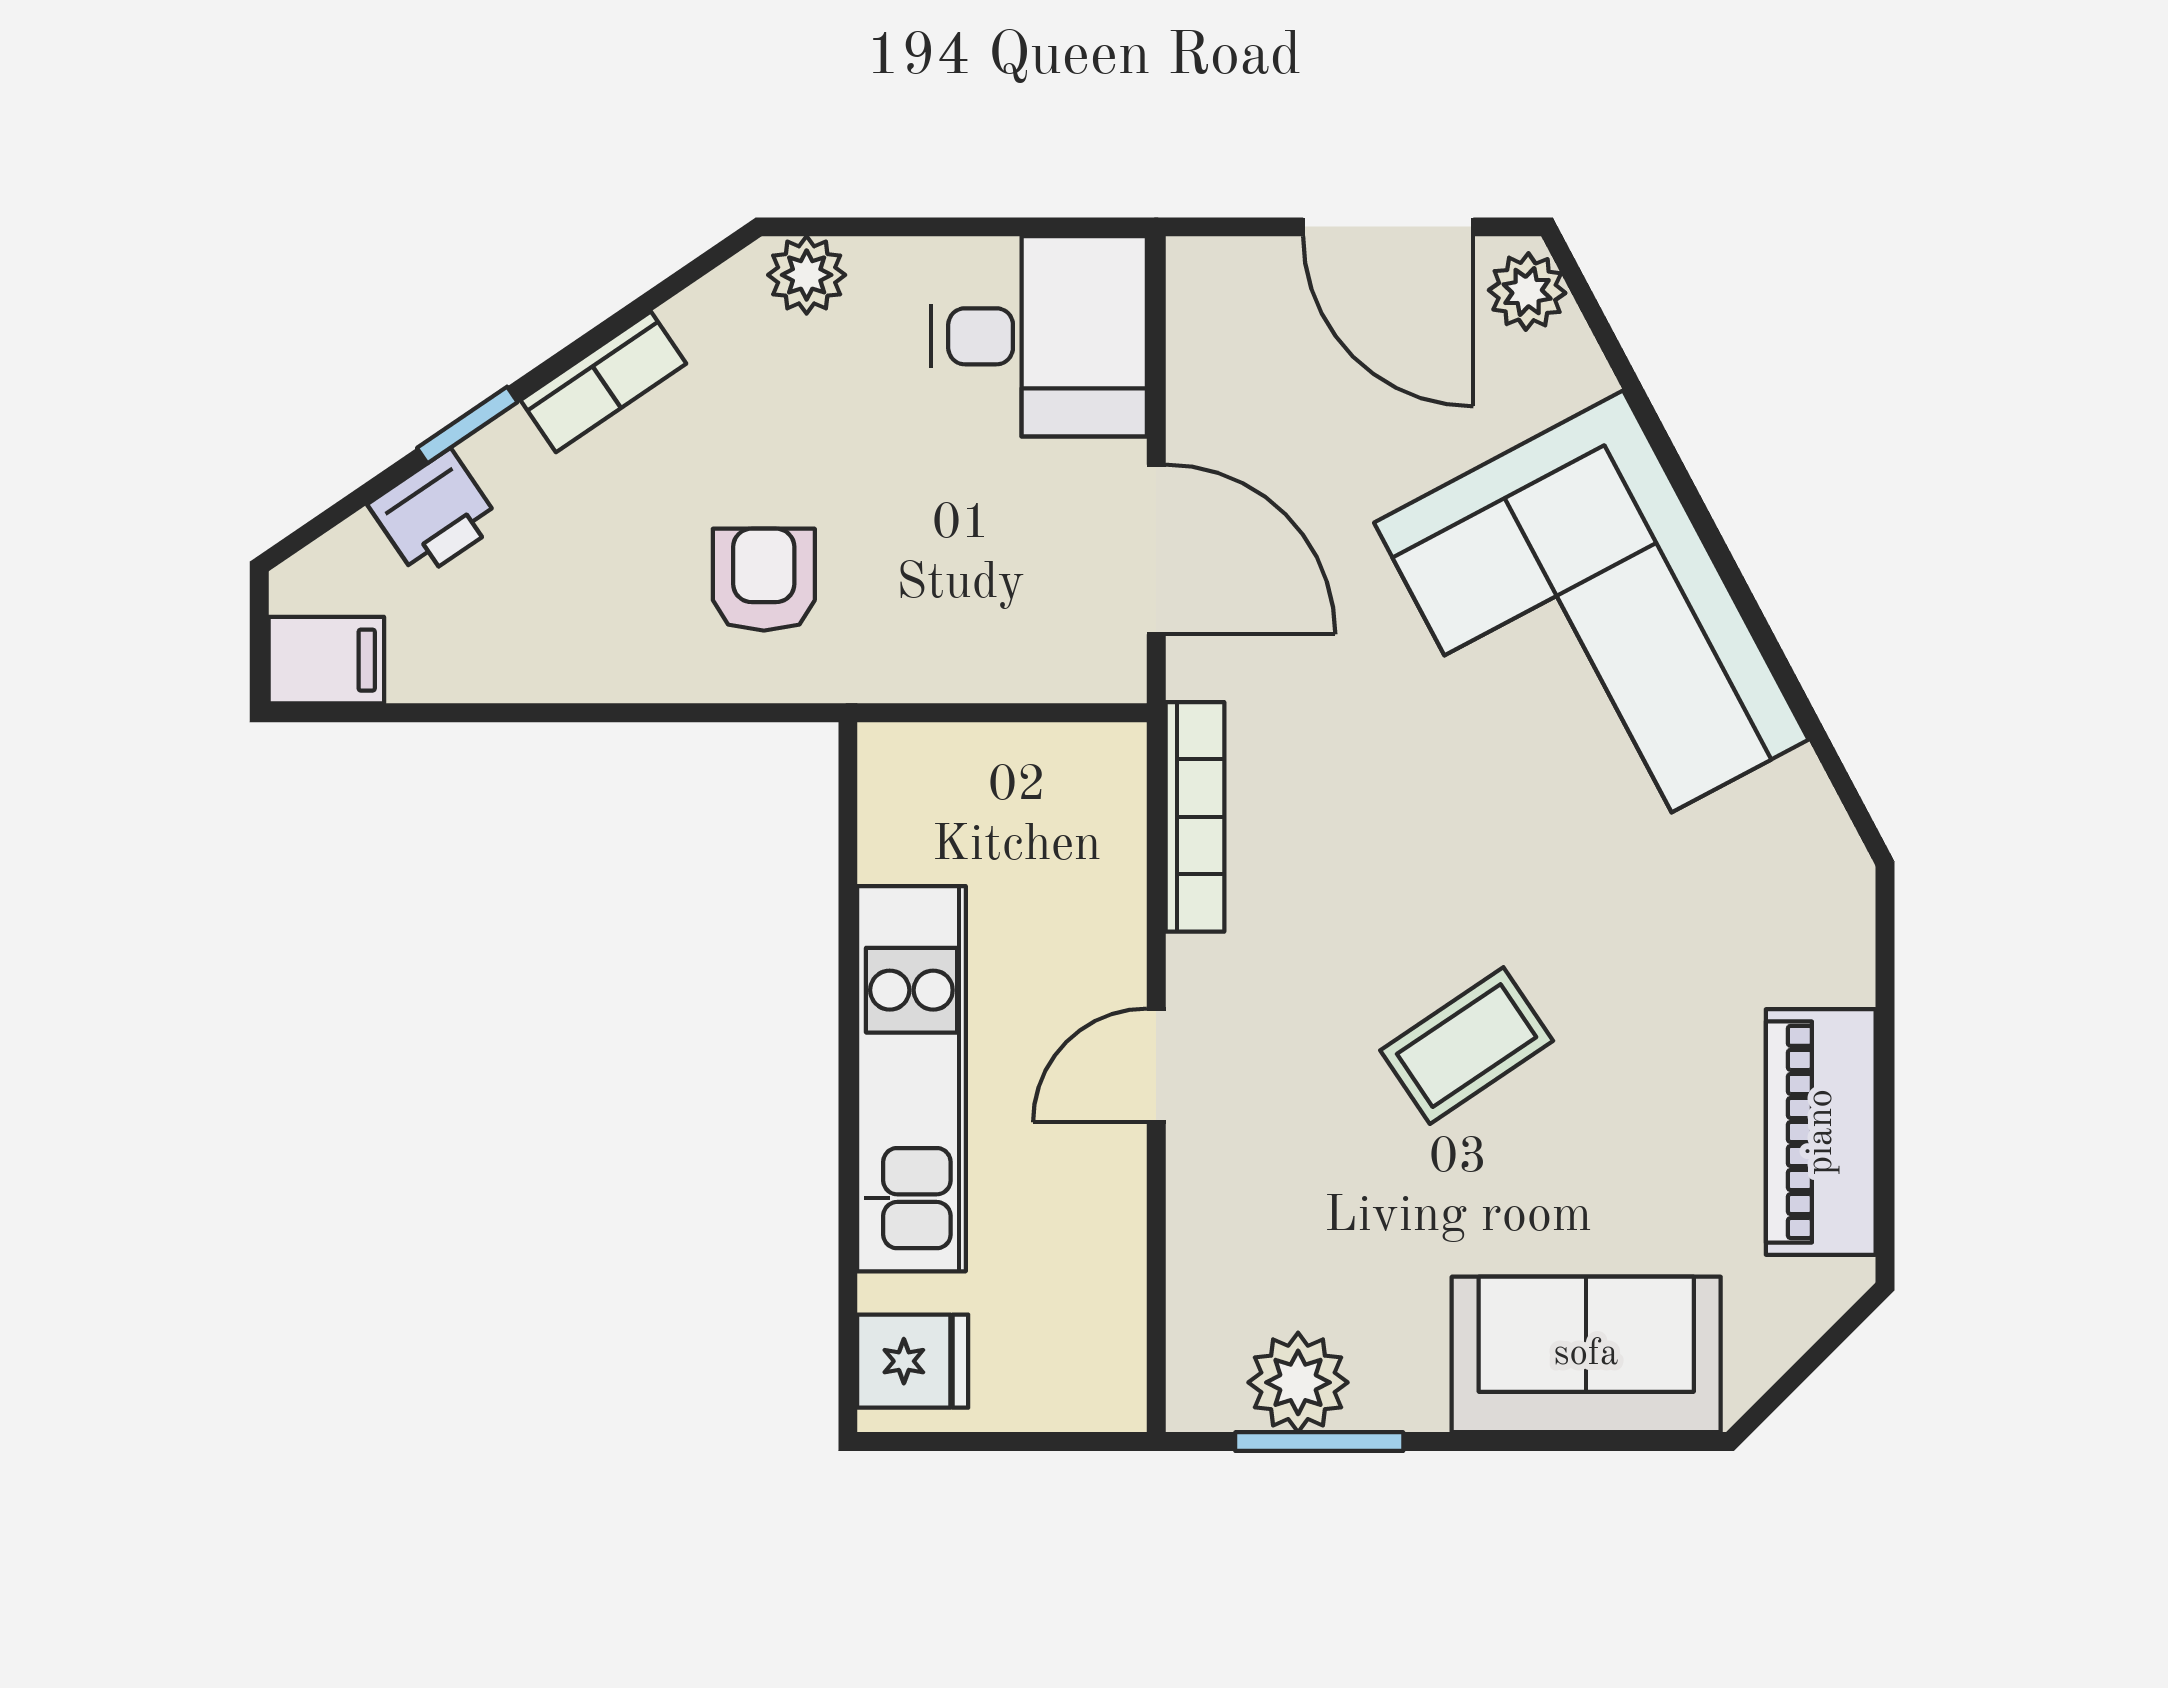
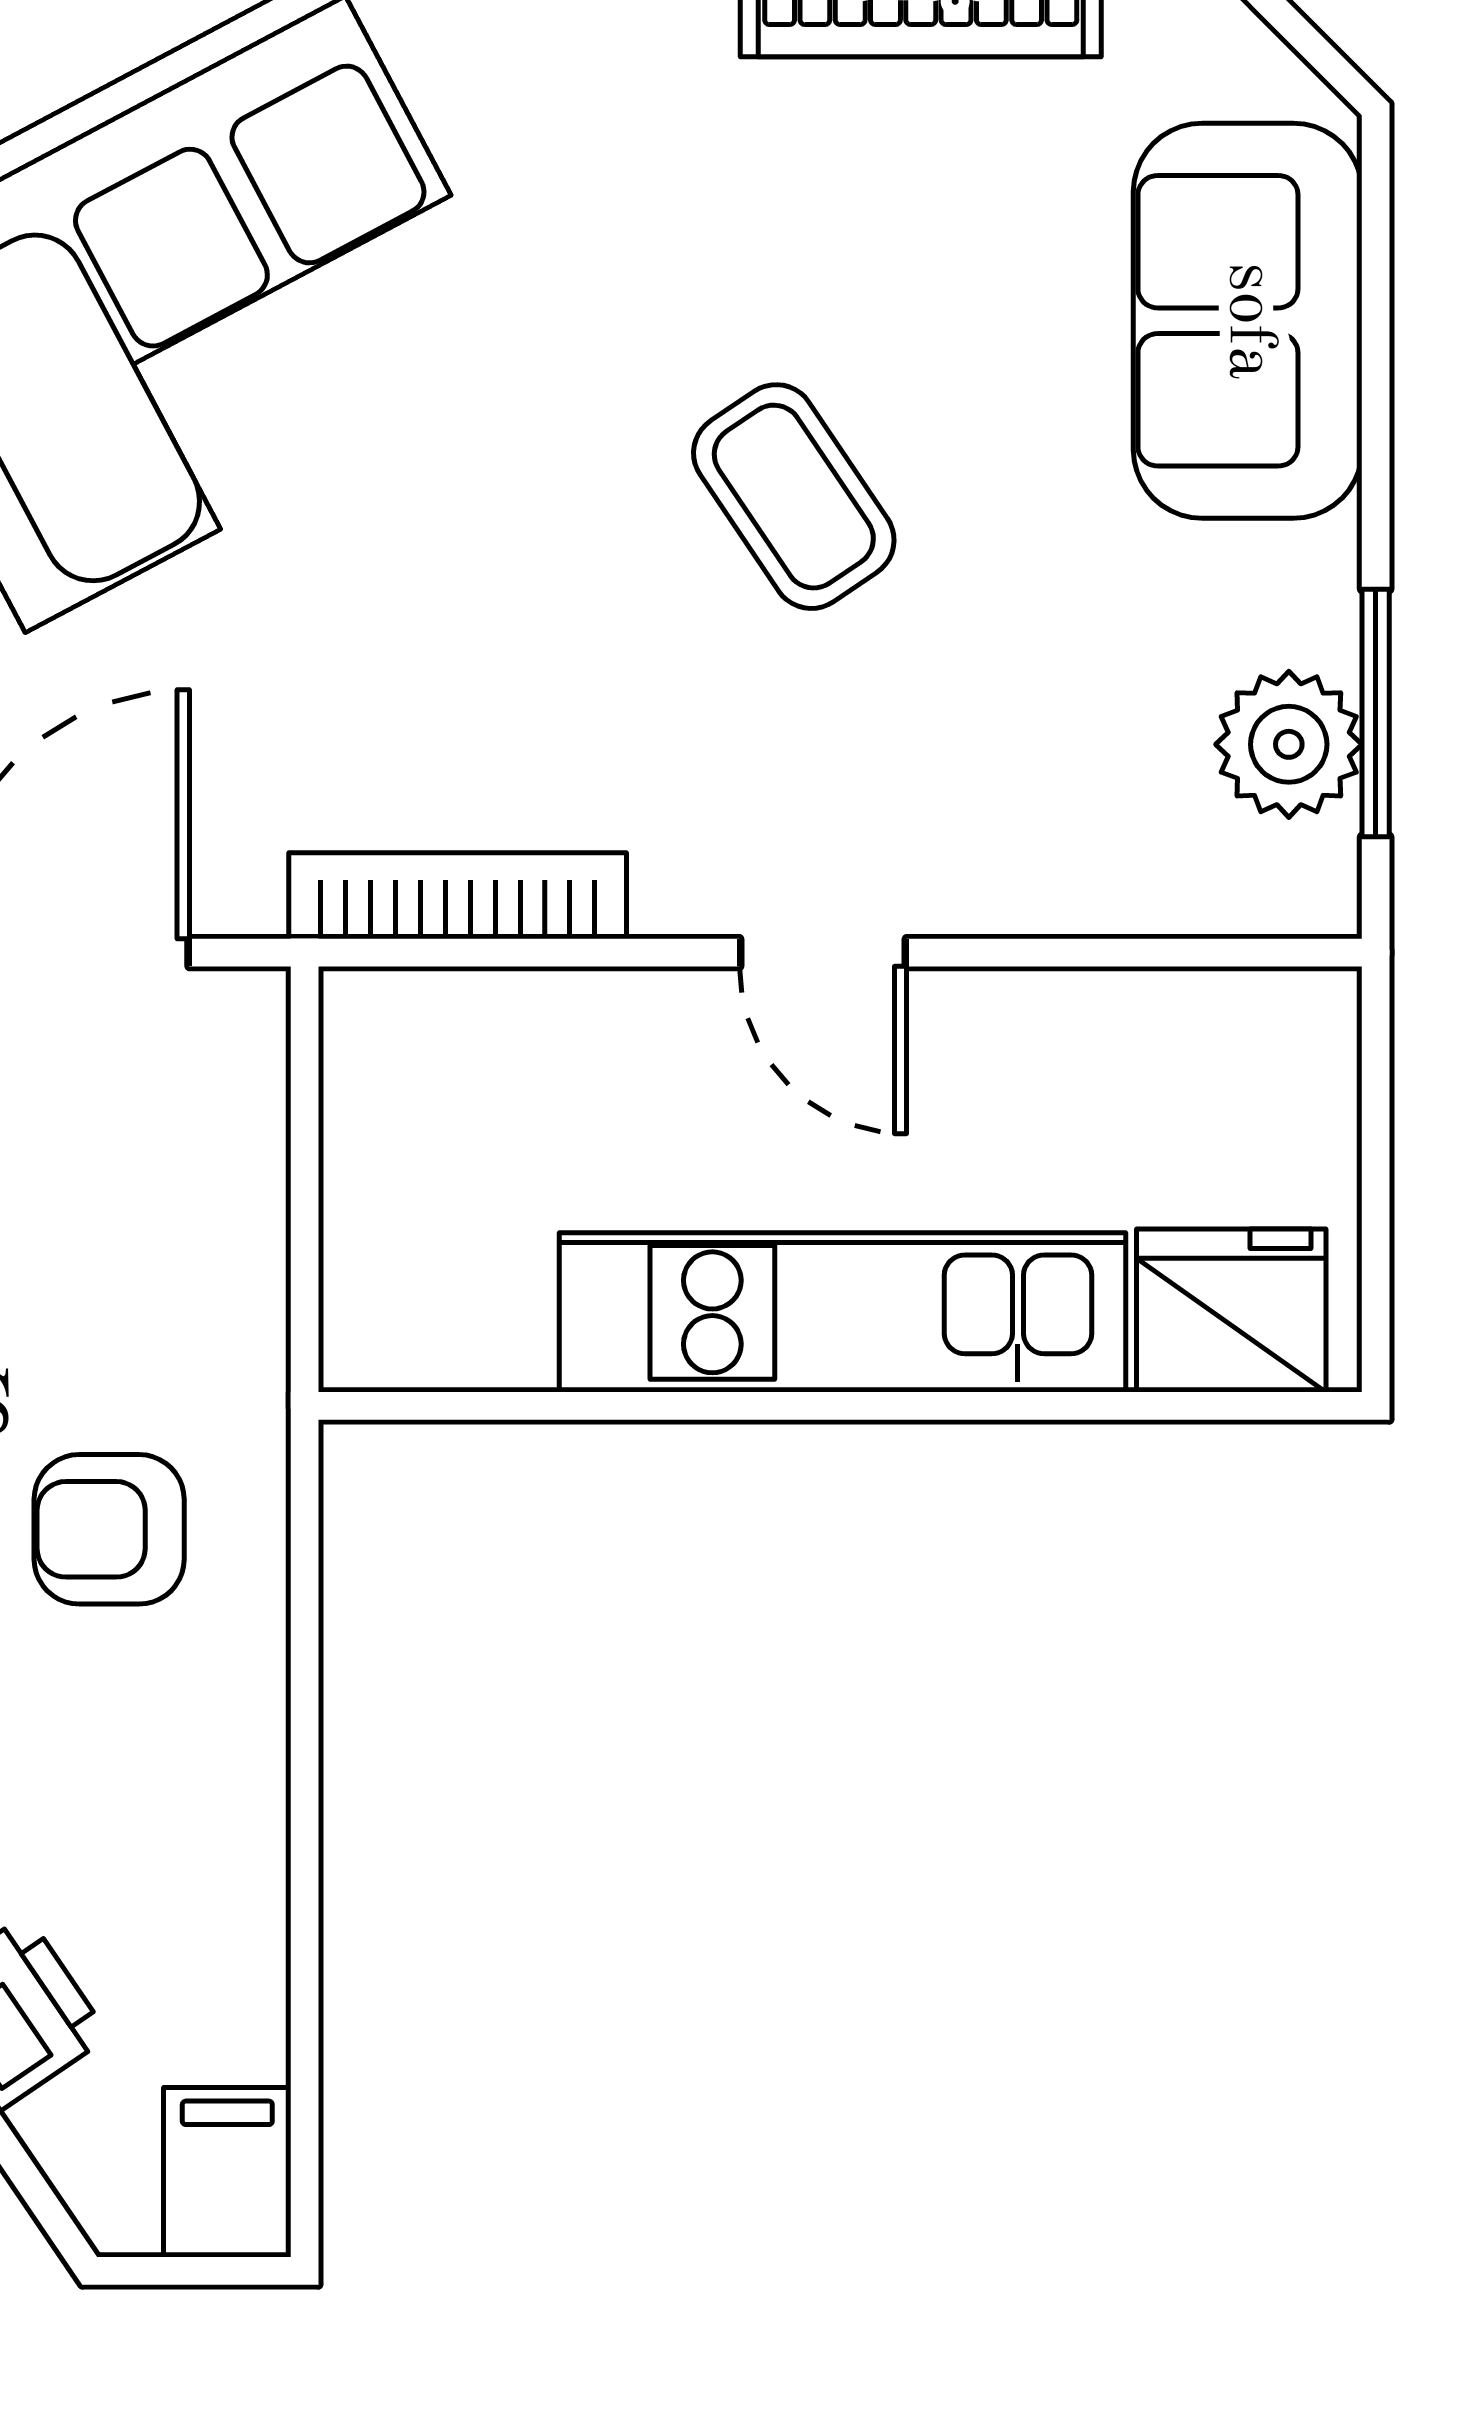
fridge: (913, 1361) -> (1231, 1311), width x1.38

